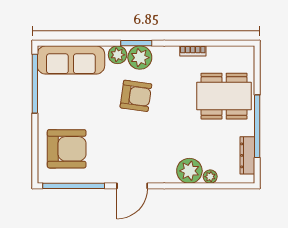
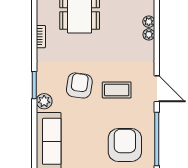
plant: (140, 58) -> (46, 82), removed
coffee table: (131, 139) -> (117, 90), added
plant: (189, 171) -> (149, 34), width x0.53, depth x0.53

